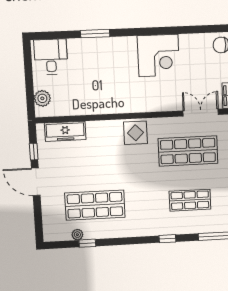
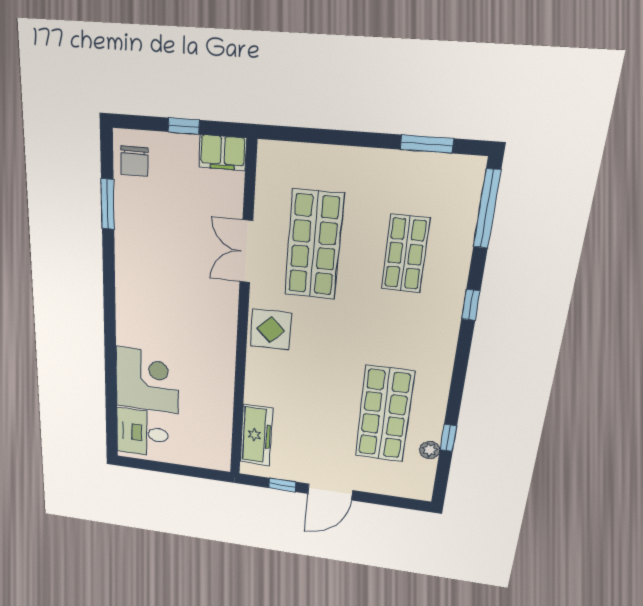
window: (95, 34) -> (108, 204), moved
corner desk: (158, 55) -> (147, 380), moved
plant: (42, 98) -> (203, 457), removed
double door: (201, 113) -> (246, 252), moved

